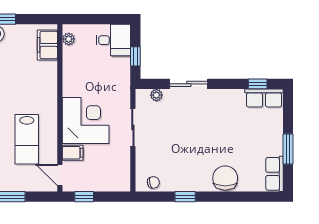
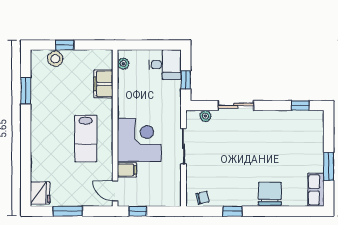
filing cabinet: (47, 45) -> (103, 84), moved
row of seats: (264, 98) -> (306, 119), removed
lab bench: (27, 139) -> (86, 139), moved

